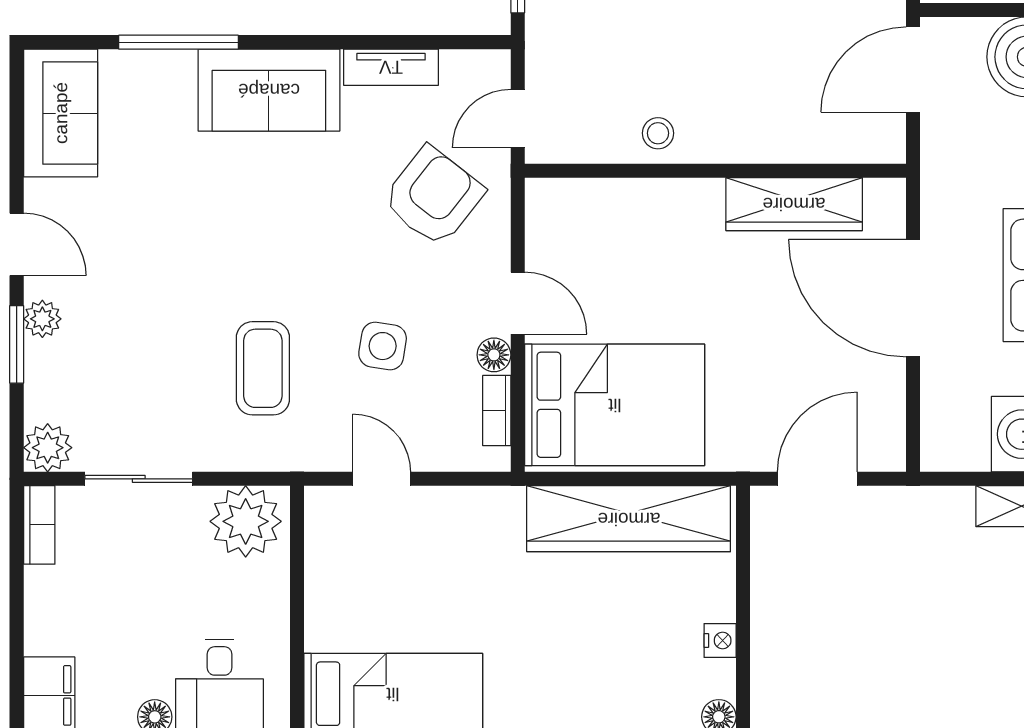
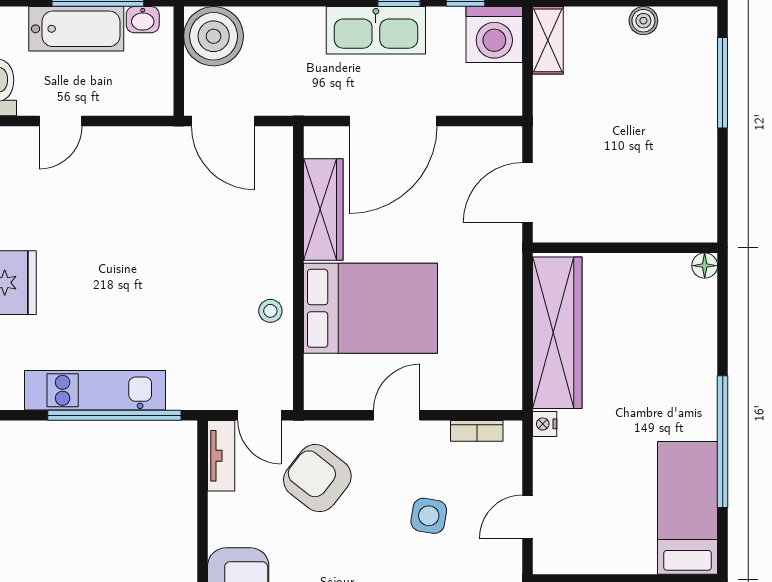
tv unit: (391, 67) -> (221, 456), moved
floor lamp: (494, 355) -> (435, 433), removed
bed: (615, 405) -> (370, 308), moved, turned 90
door: (817, 479) -> (528, 192), hinge flipped
nightstand: (720, 640) -> (545, 424), moved, turned -90

